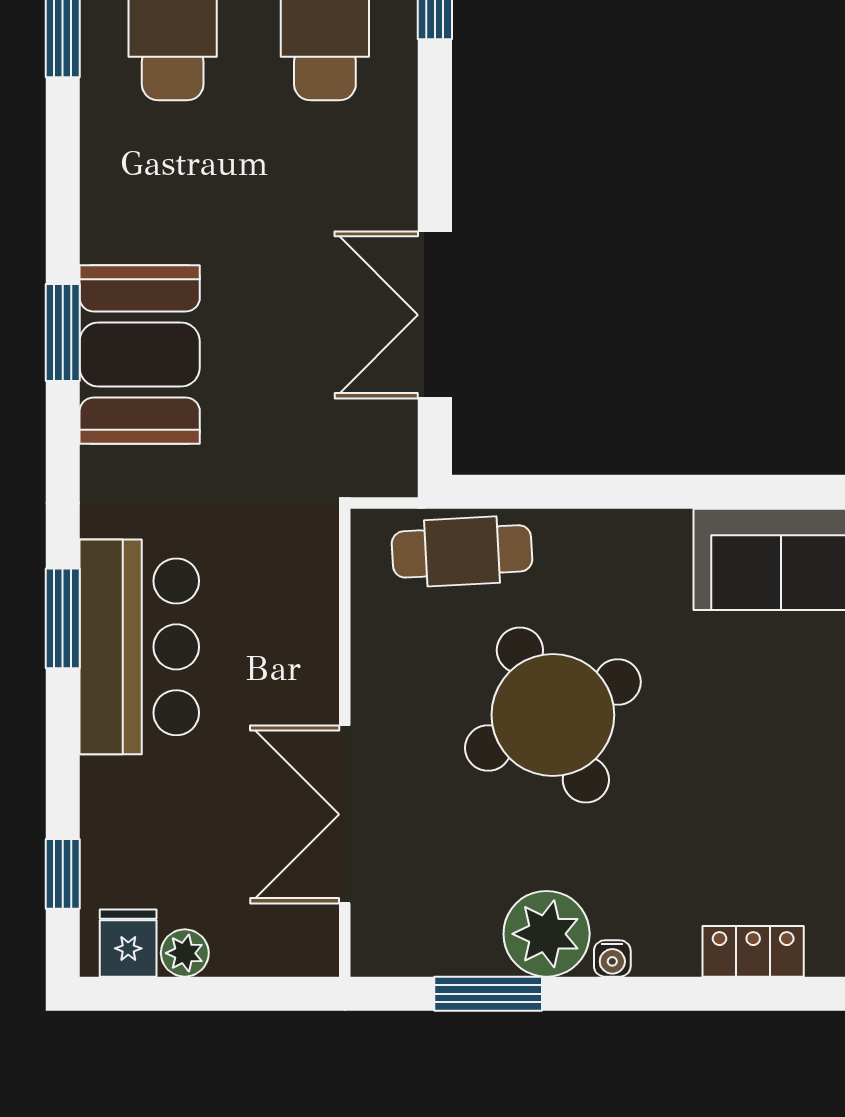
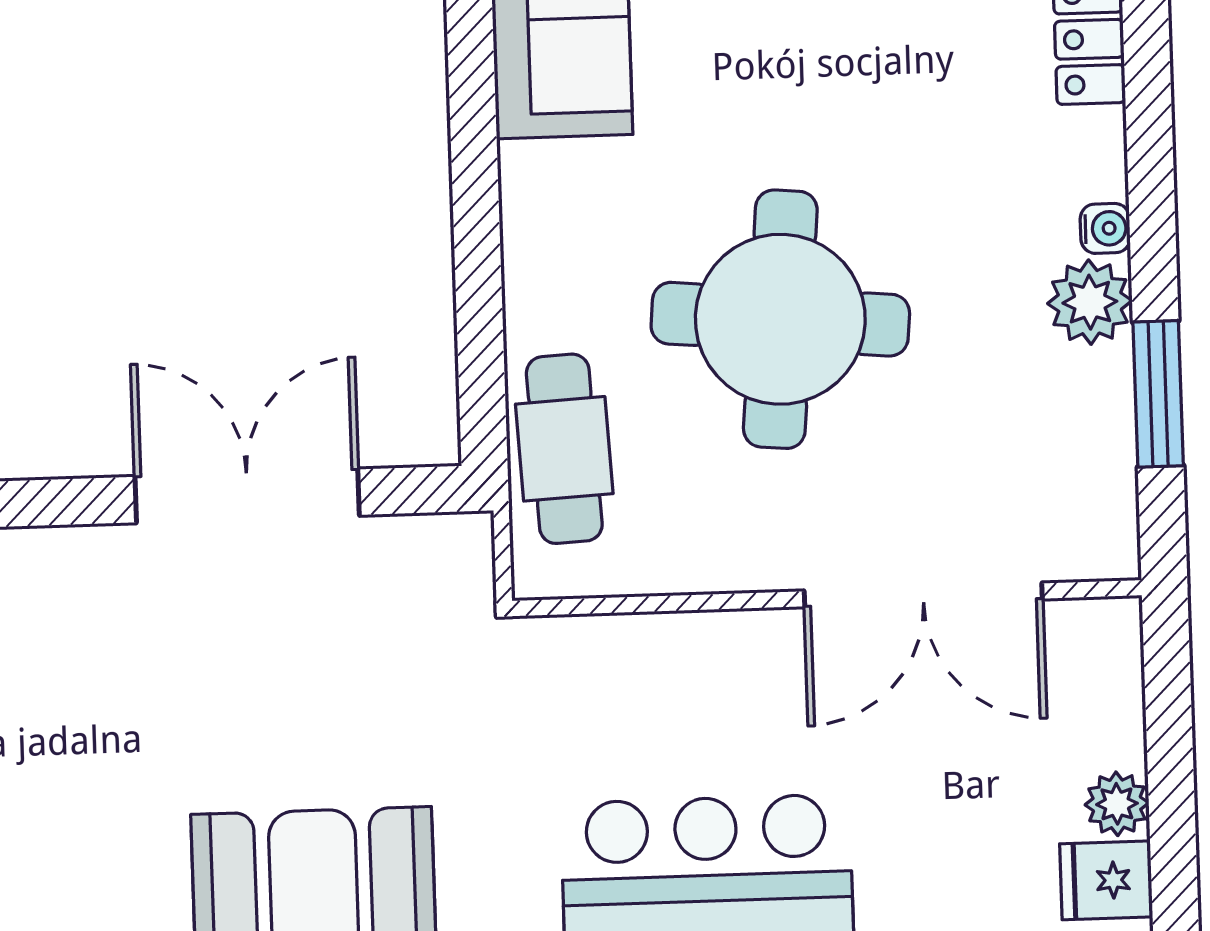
double door: (435, 315) -> (247, 496), swing flipped
round table: (553, 715) -> (780, 319), turned 32
plant: (547, 934) -> (1090, 302), width x0.73, depth x0.73

